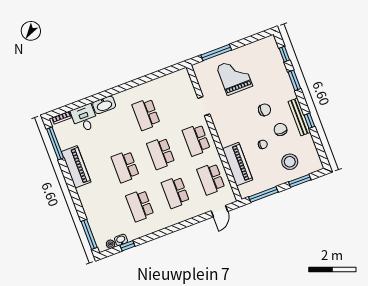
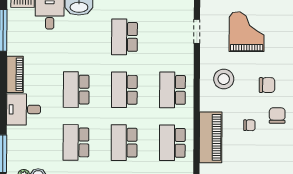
doorway: (204, 106) -> (197, 31), moved
stool: (290, 162) -> (224, 79), moved
piano: (76, 167) -> (15, 74), width x0.73, depth x0.75
desk: (92, 196) -> (24, 109), added

